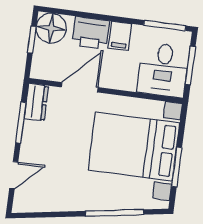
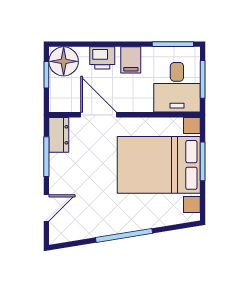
printer: (91, 33) -> (102, 58), width x0.73, depth x0.81
door: (80, 87) -> (99, 115), hinge flipped
window: (177, 167) -> (203, 161), moved
window: (114, 213) -> (124, 235), moved

